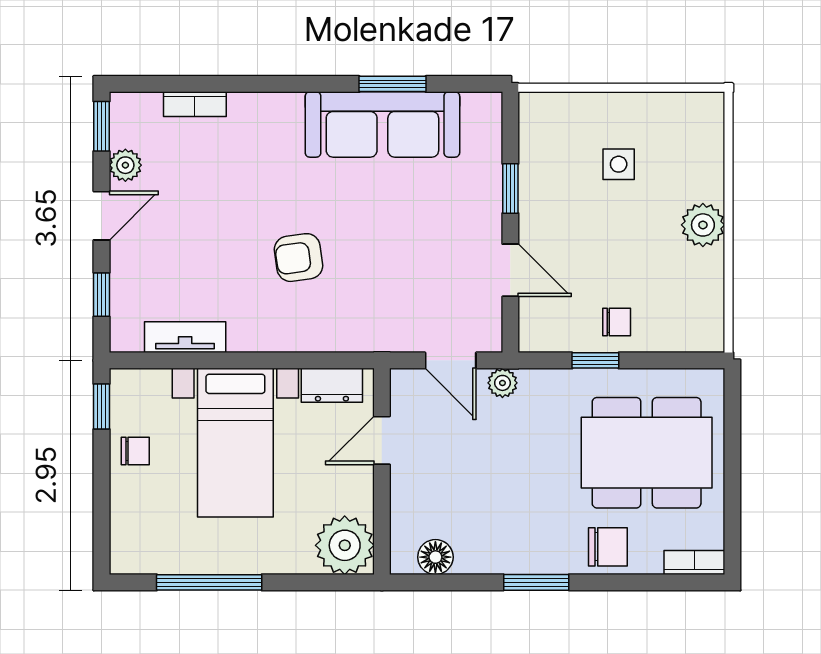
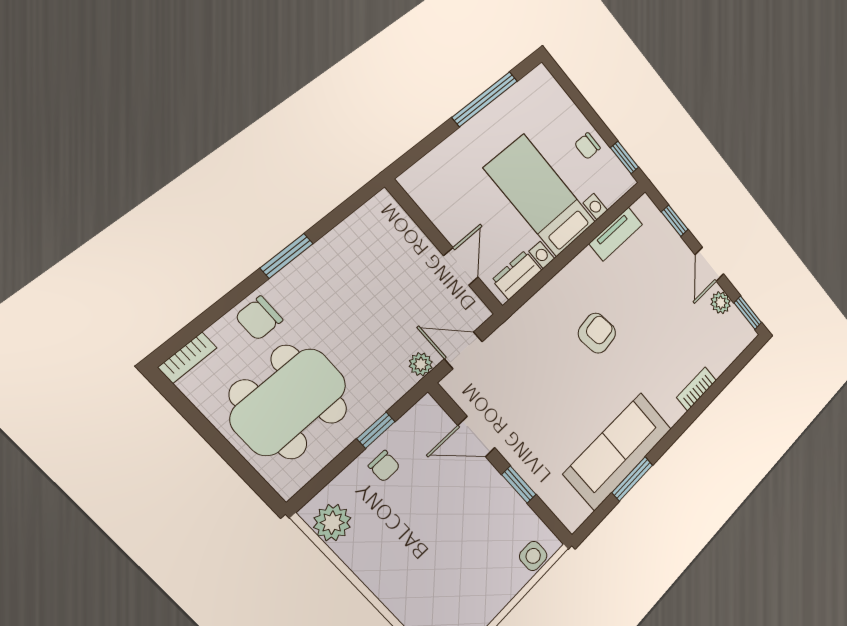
bookcase: (195, 104) -> (697, 389), moved
side table: (619, 164) -> (533, 556), moved
plant: (703, 225) -> (332, 523), moved
chair: (617, 322) -> (384, 466), turned -90
plant: (345, 545) -> (427, 184), removed
floor lamp: (435, 557) -> (366, 220), removed

